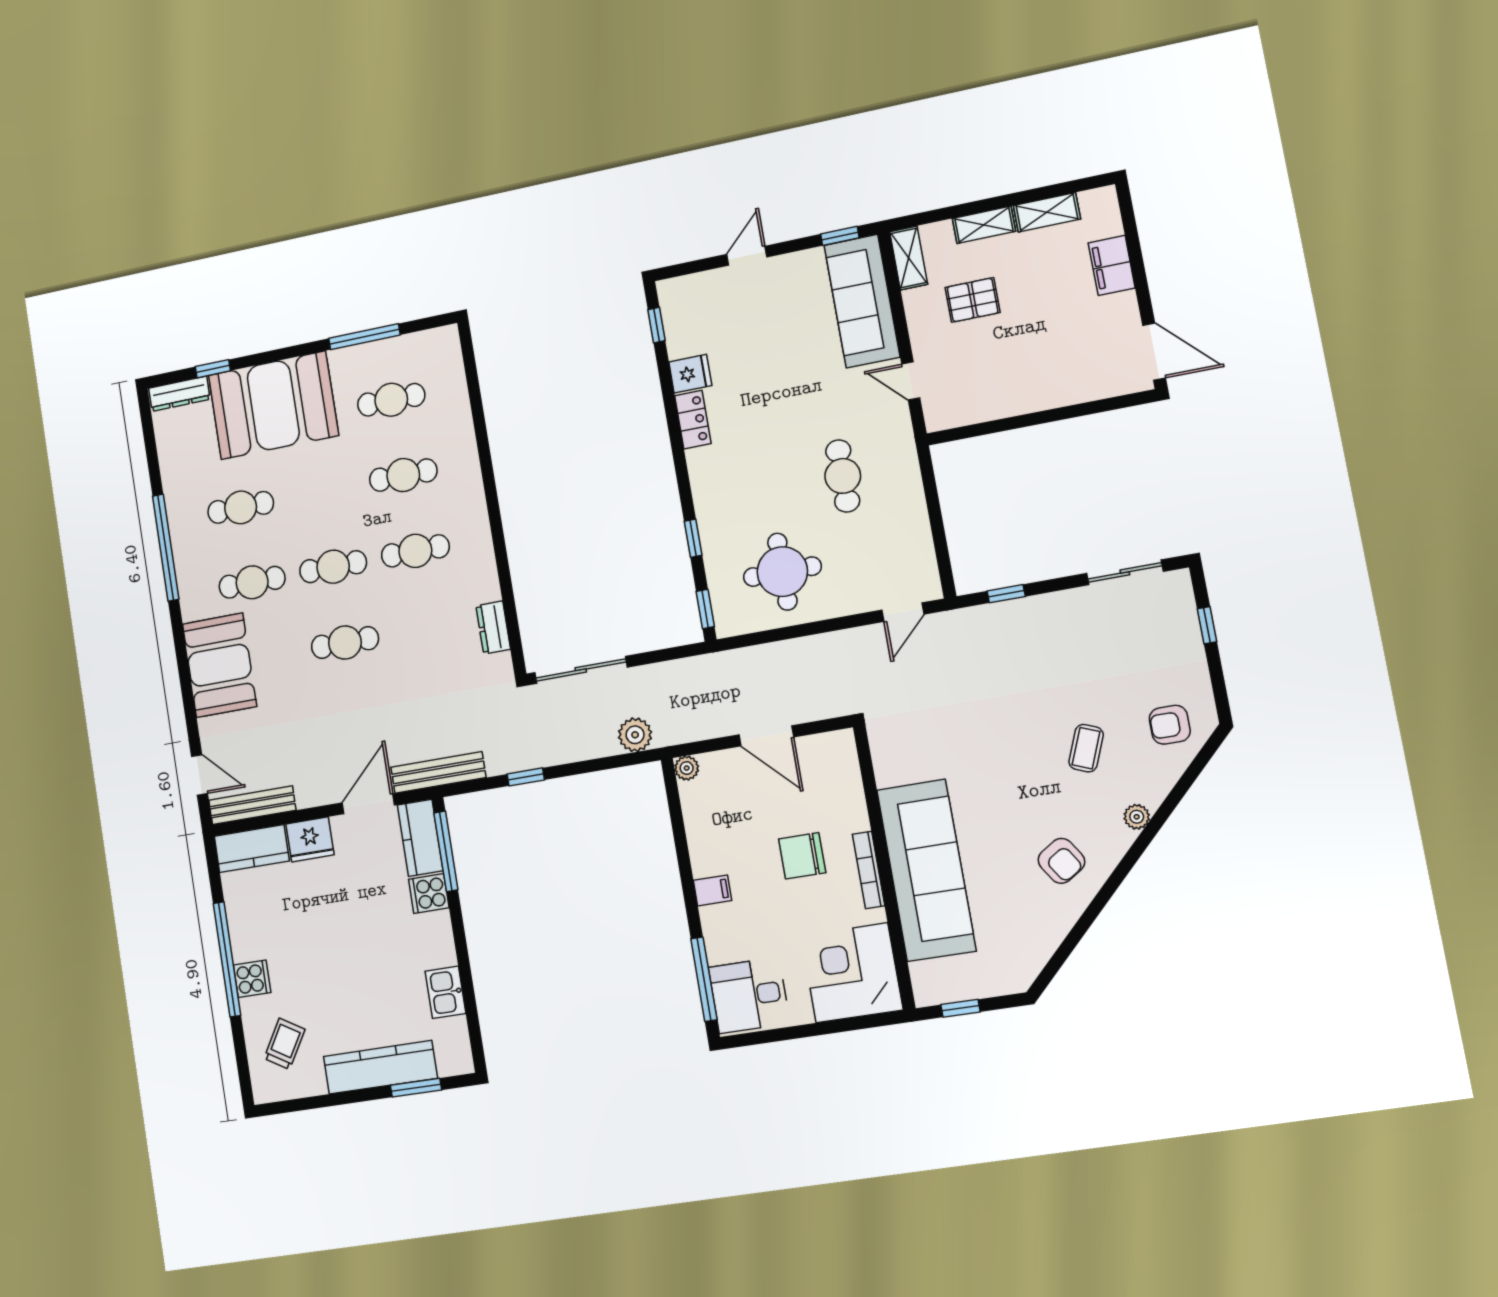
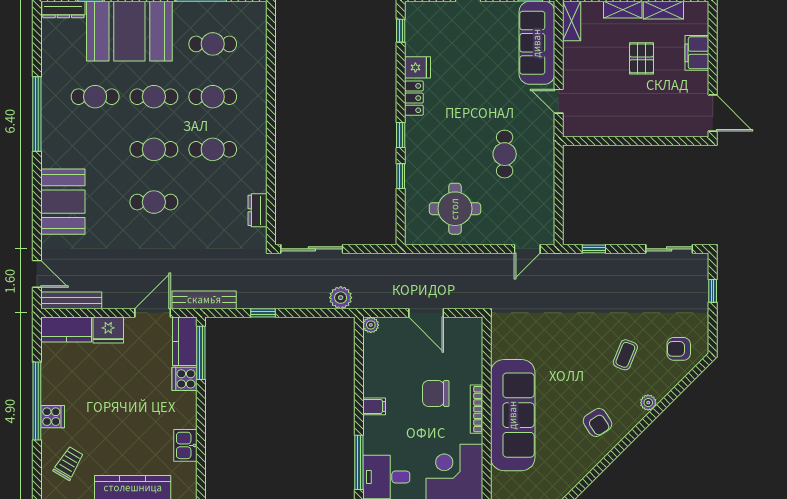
pallet: (973, 300) -> (642, 58), moved, turned 90
cafe table: (252, 582) -> (154, 97), moved
window: (705, 609) -> (401, 135), moved

